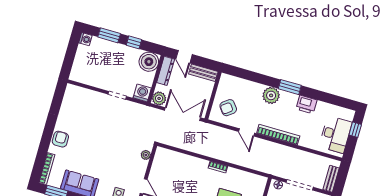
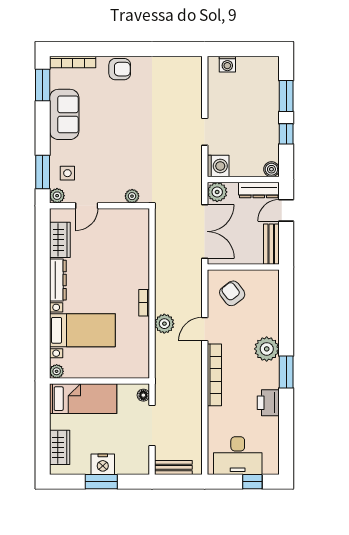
washing machine: (85, 39) -> (227, 64), moved
boiler: (149, 62) -> (271, 169), width x0.54, depth x0.54
plant: (235, 158) -> (164, 324), added

